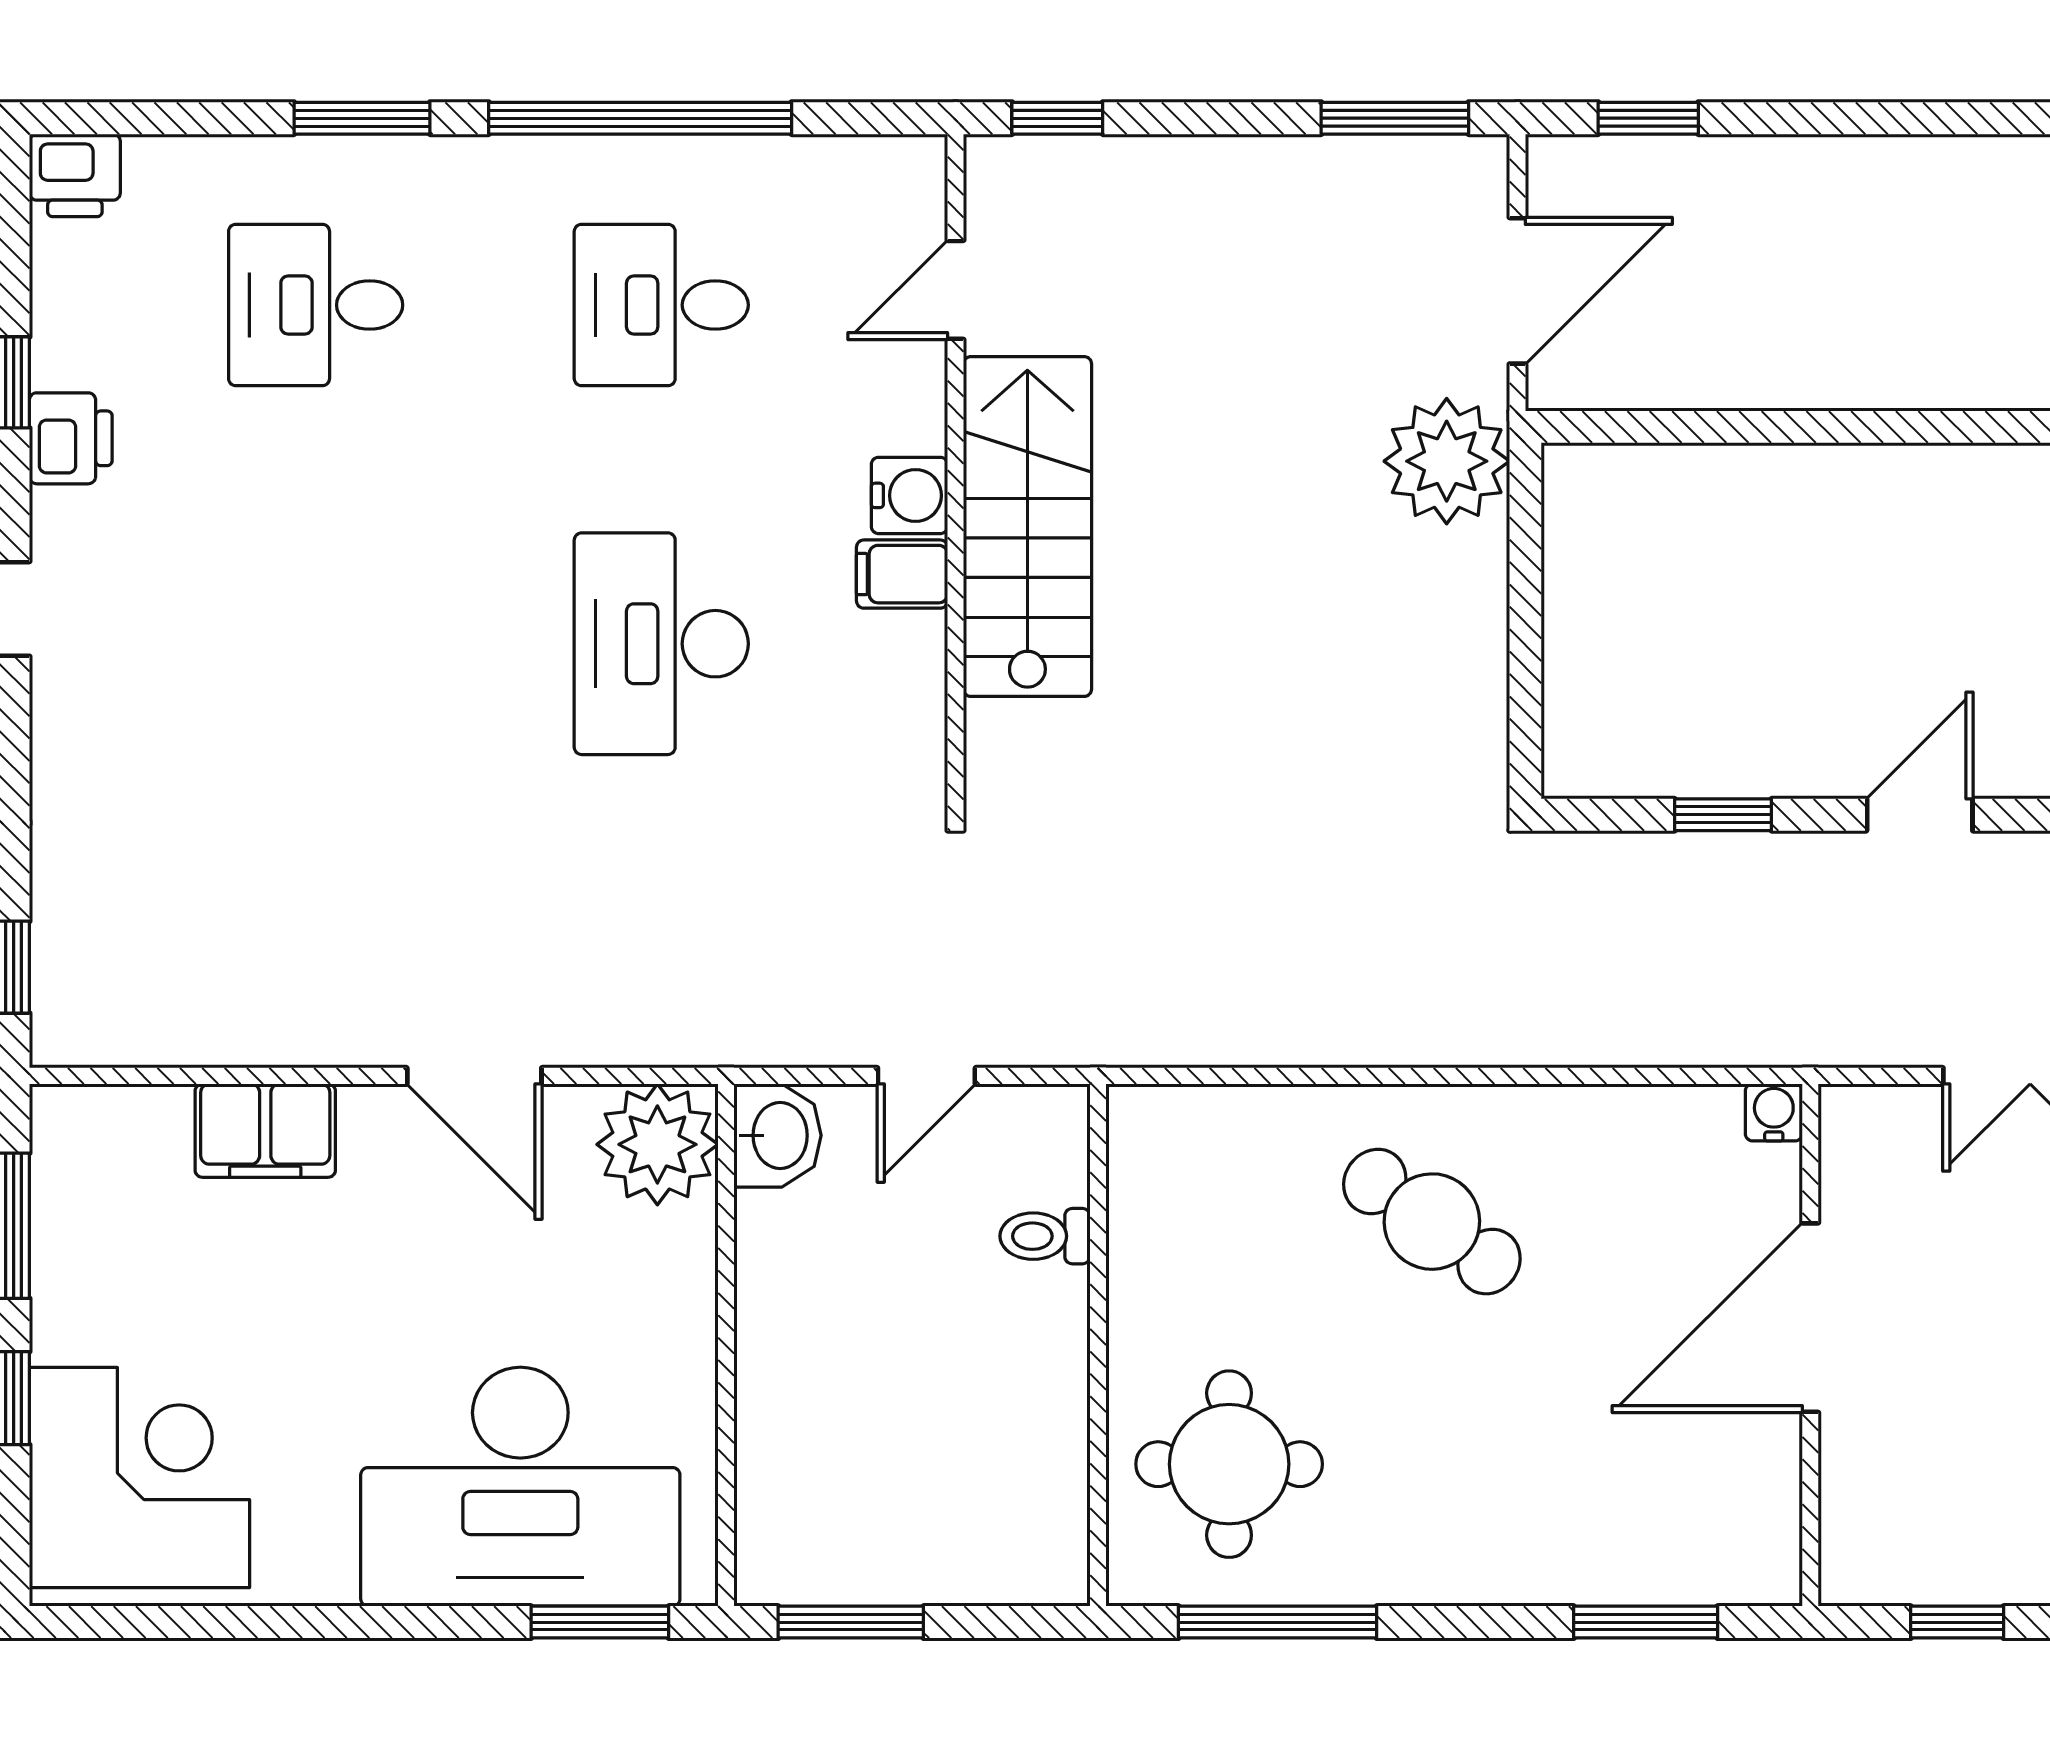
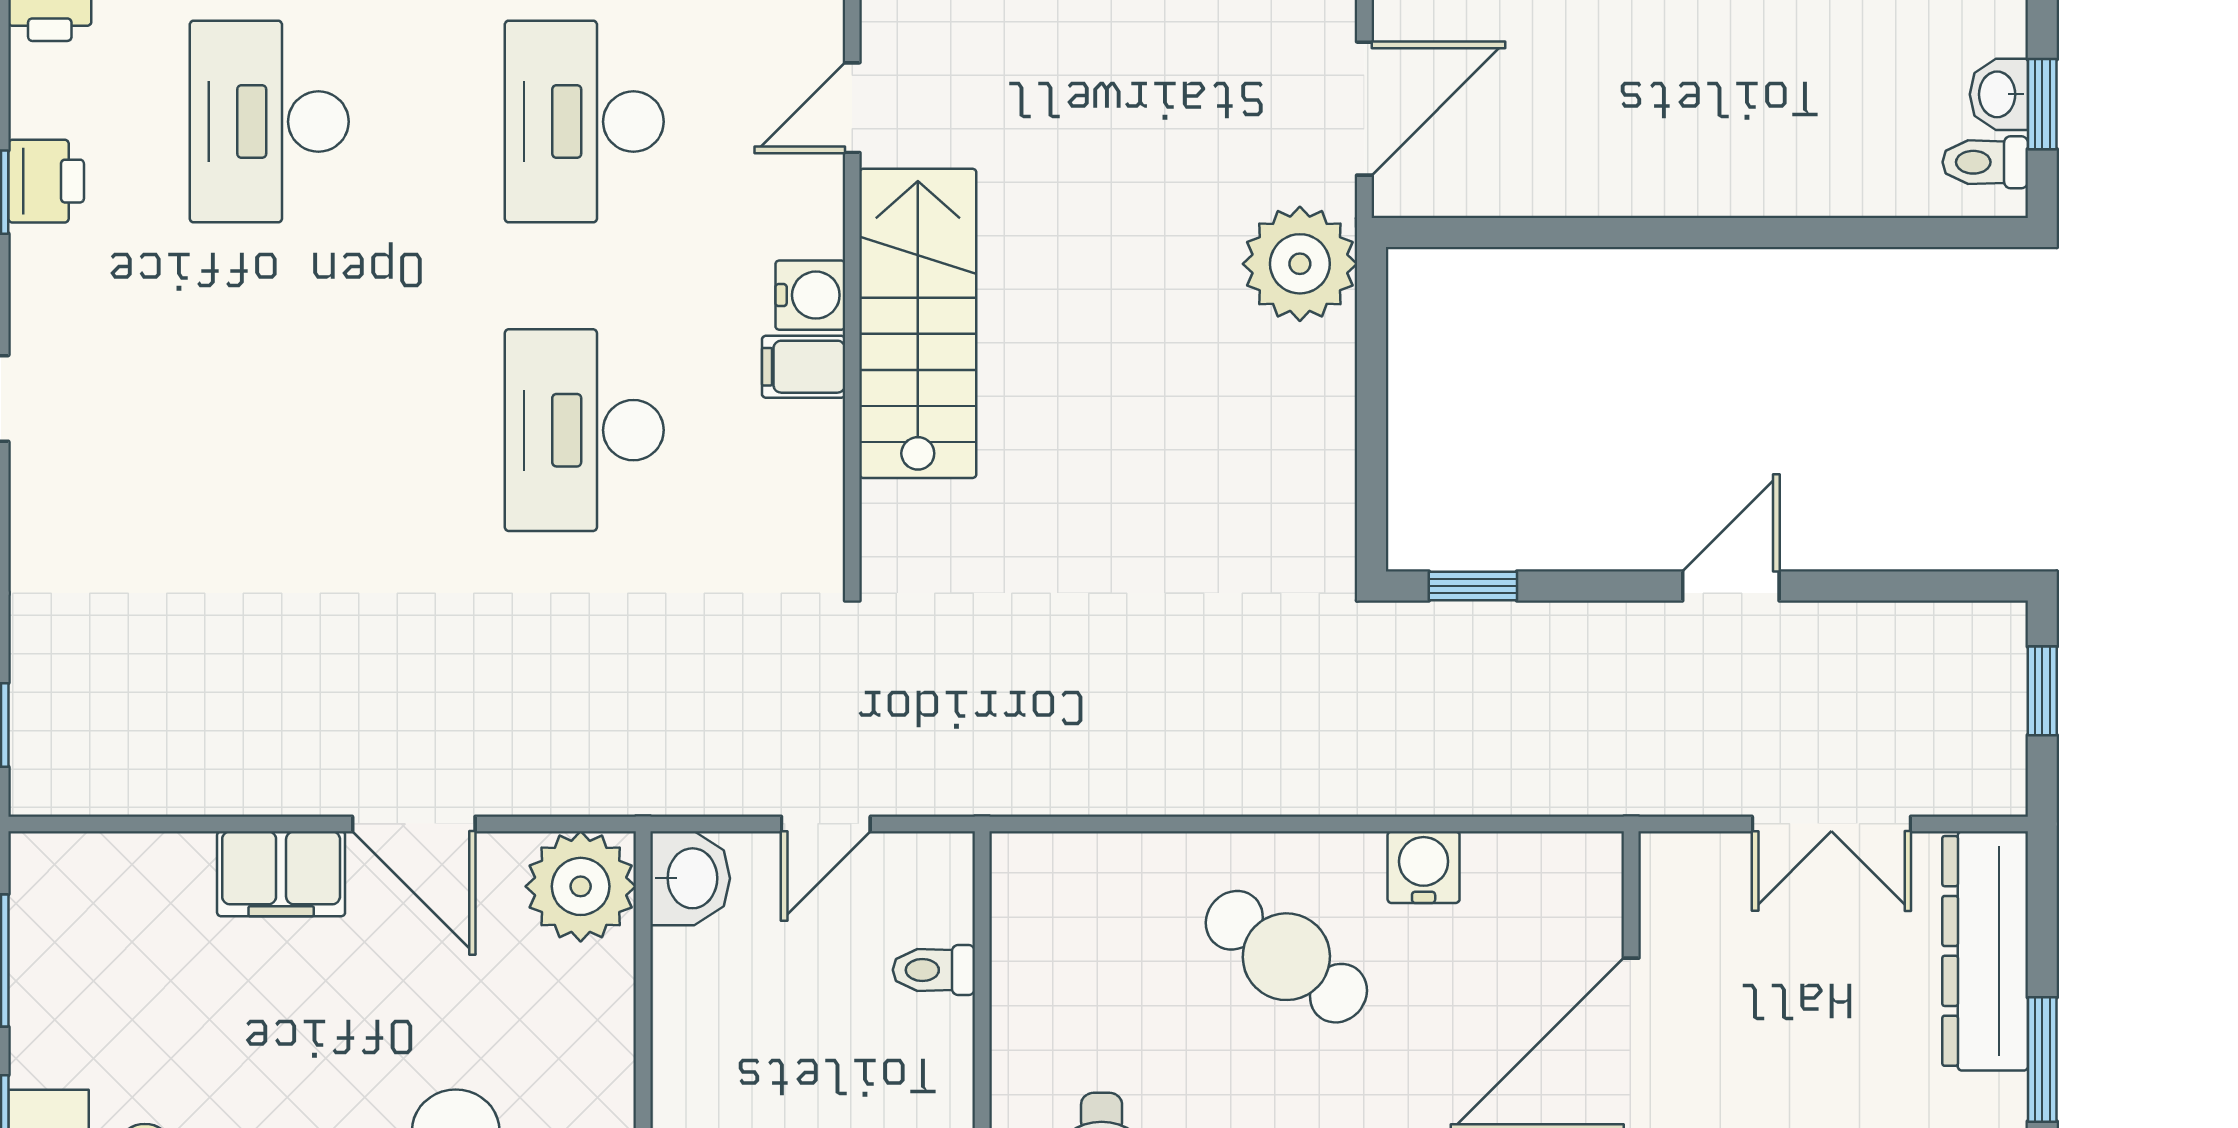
desk: (316, 305) -> (269, 122), width x1.37
desk: (661, 305) -> (584, 122), width x1.37
printer: (71, 438) -> (46, 181), moved
window: (1723, 815) -> (1473, 586), moved
water cooler: (1774, 1112) -> (1424, 867), moved, width x1.38, depth x1.38
filing cabinet: (265, 1131) -> (281, 874), moved

